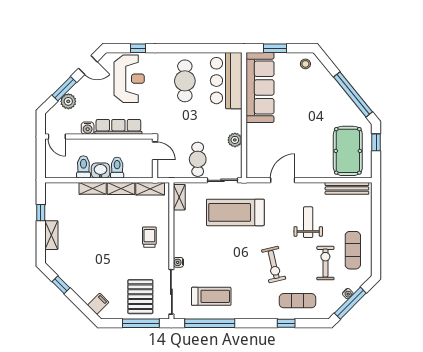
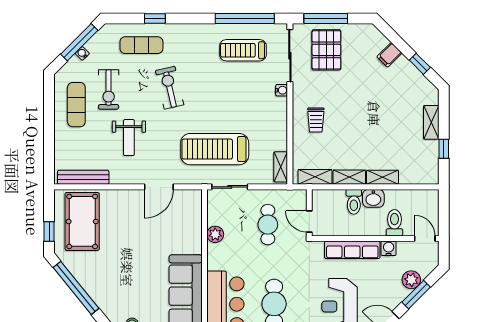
cafe table: (198, 159) -> (268, 225), moved
toilet: (83, 167) -> (394, 223), moved, turned 180
treadmill: (235, 212) -> (215, 149), turned 180
filing cabinet: (98, 304) -> (389, 55), moved

